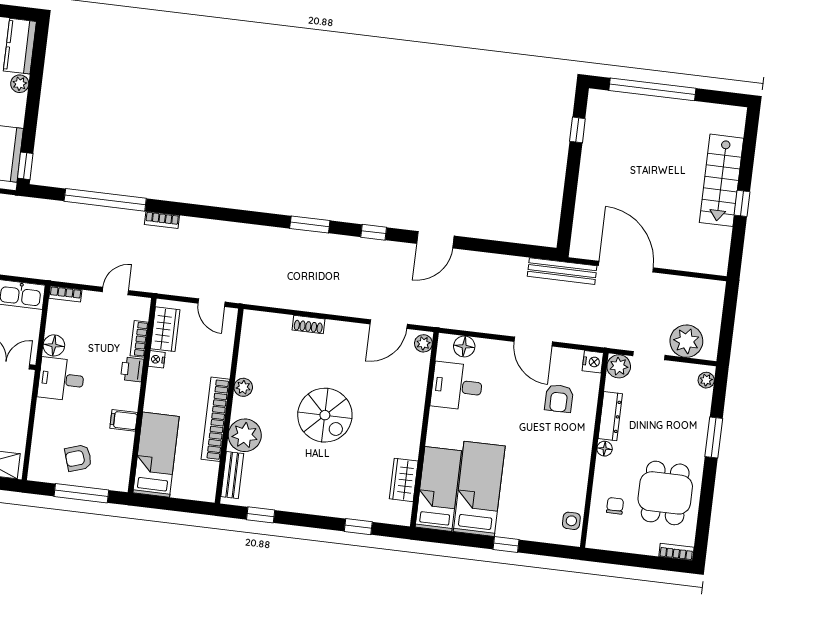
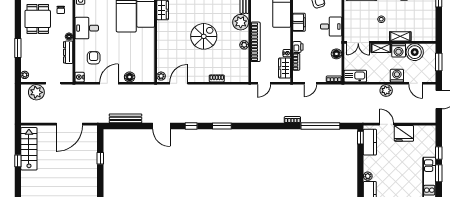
window: (577, 130) -> (100, 158), moved
stairs: (721, 180) -> (29, 149), moved
door: (435, 240) -> (161, 126), swing flipped
door: (626, 267) -> (69, 124), hinge flipped
bench: (562, 271) -> (125, 118), moved
door: (211, 303) -> (264, 83), swing flipped
door: (533, 342) -> (109, 83), hinge flipped
floor lamp: (464, 346) -> (130, 77), moved
plant: (619, 366) -> (67, 76), removed
desk: (61, 379) -> (331, 27), moved
desk: (457, 386) -> (87, 28), moved, turned 180
spiral stairs: (325, 415) -> (204, 36), turned 90
bookcase: (215, 419) -> (255, 42), moved
filing cabinet: (124, 420) -> (299, 22), width x2.00

